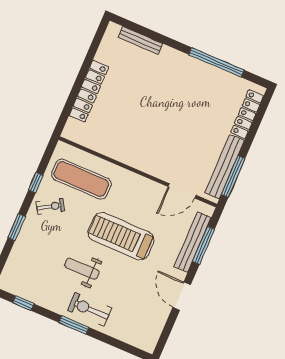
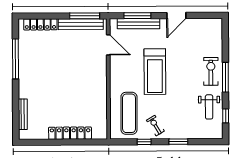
weight bench: (82, 269) -> (209, 107), moved
exercise bike: (90, 309) -> (211, 71), turned 180
window: (74, 325) -> (225, 77), width x1.44

